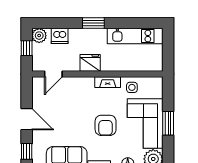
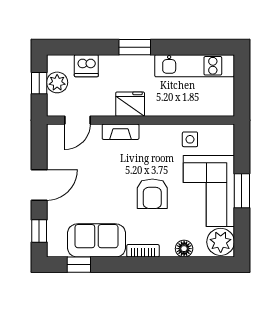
plant: (39, 36) -> (57, 82), moved
fireplace: (108, 82) -> (121, 132), moved
door: (27, 119) -> (39, 185), hinge flipped

